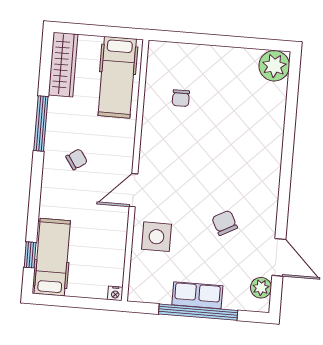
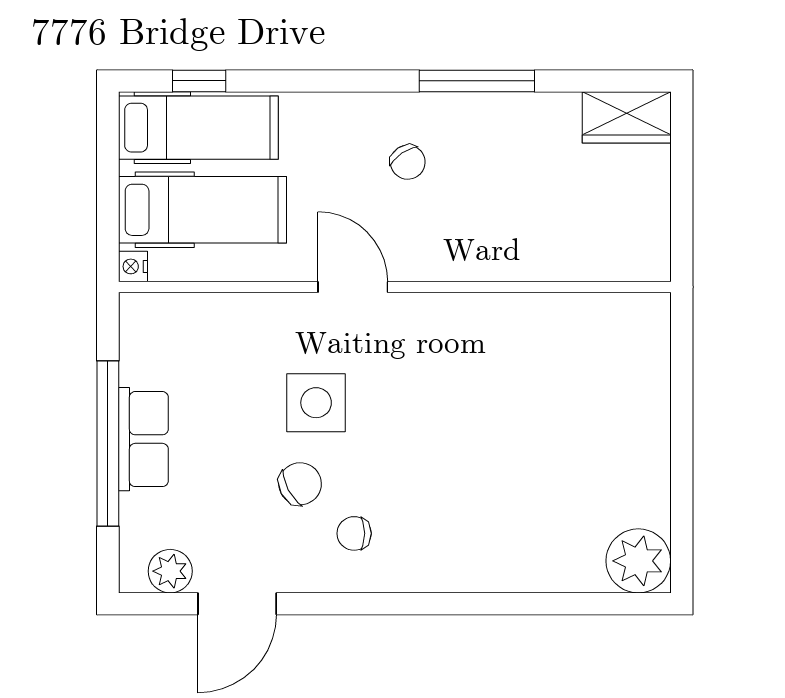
wardrobe: (63, 65) -> (627, 117), width x0.67
hospital bed: (117, 77) -> (202, 210), moved, turned 180
chair: (181, 98) -> (354, 533), moved
side table: (156, 237) -> (316, 403), moved

